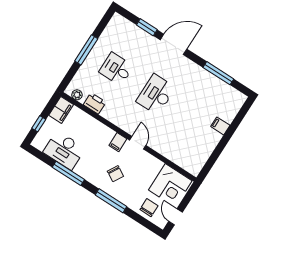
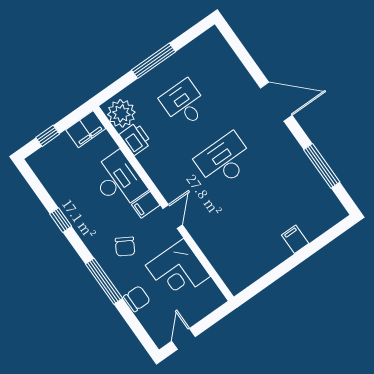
window: (147, 27) -> (249, 63), removed
plant: (77, 95) -> (121, 113), width x1.88, depth x1.88
desk: (64, 150) -> (118, 181), moved, turned 180
window: (68, 173) -> (61, 220), width x0.46
corner desk: (170, 185) -> (178, 271), moved
chair: (149, 208) -> (137, 299), moved

